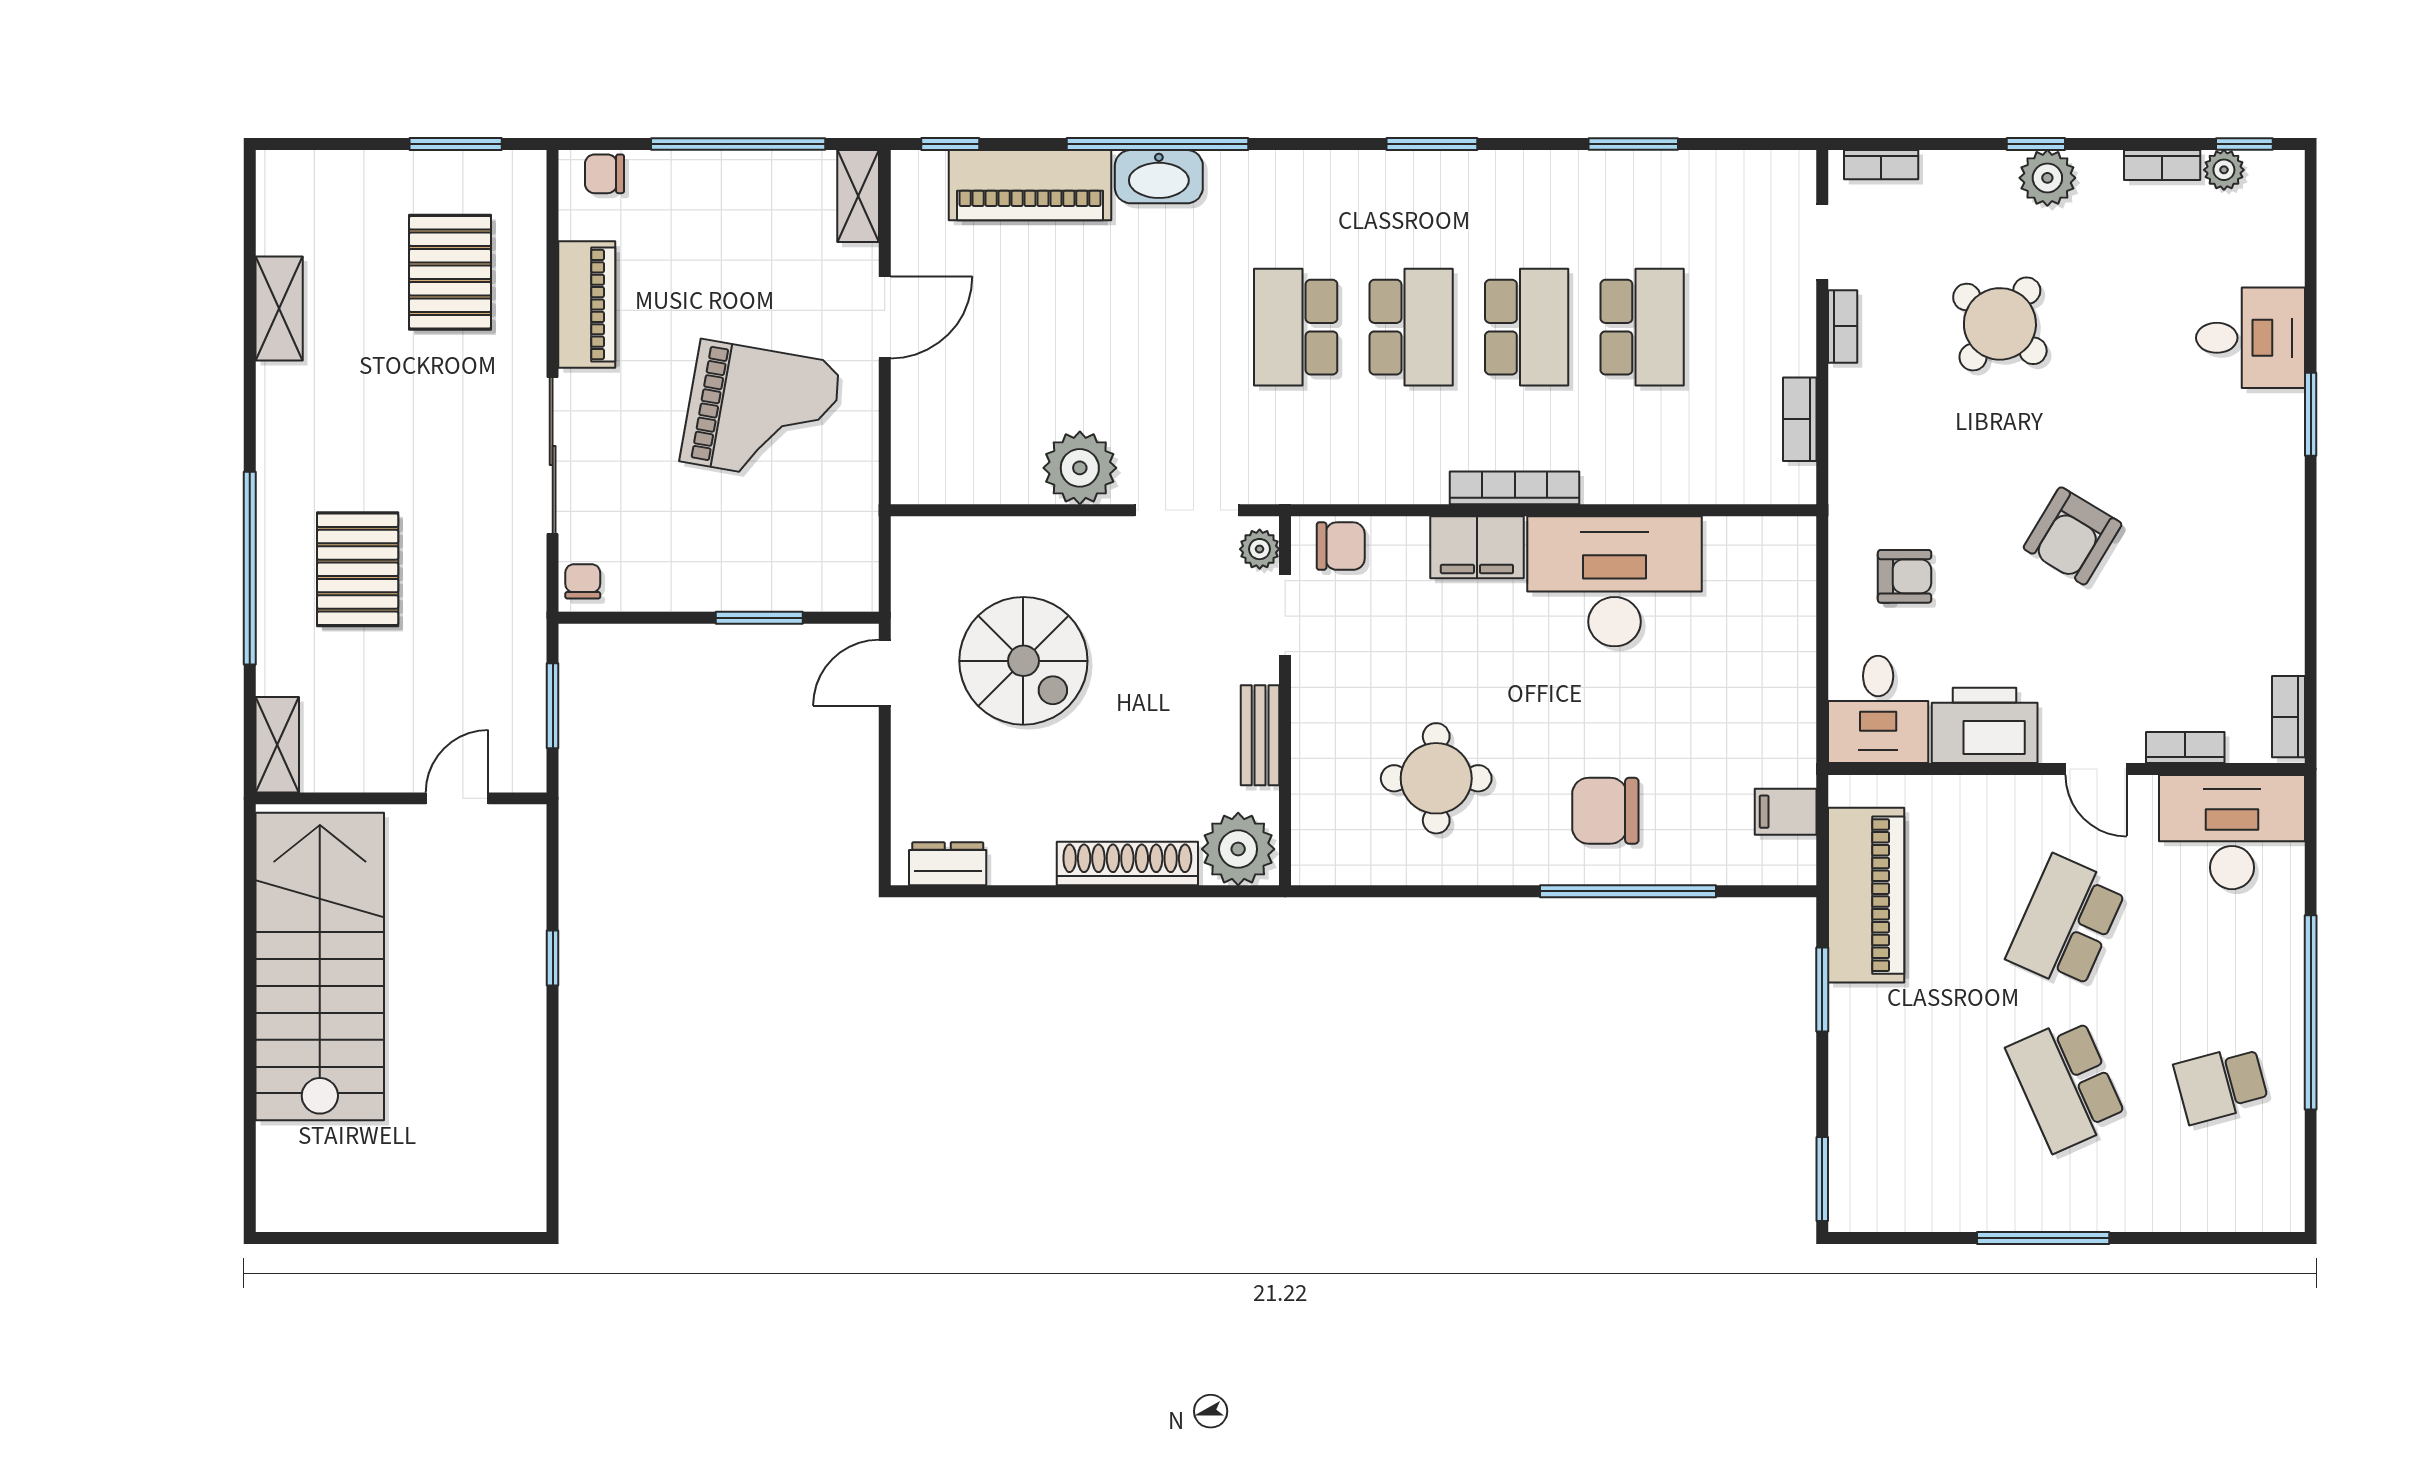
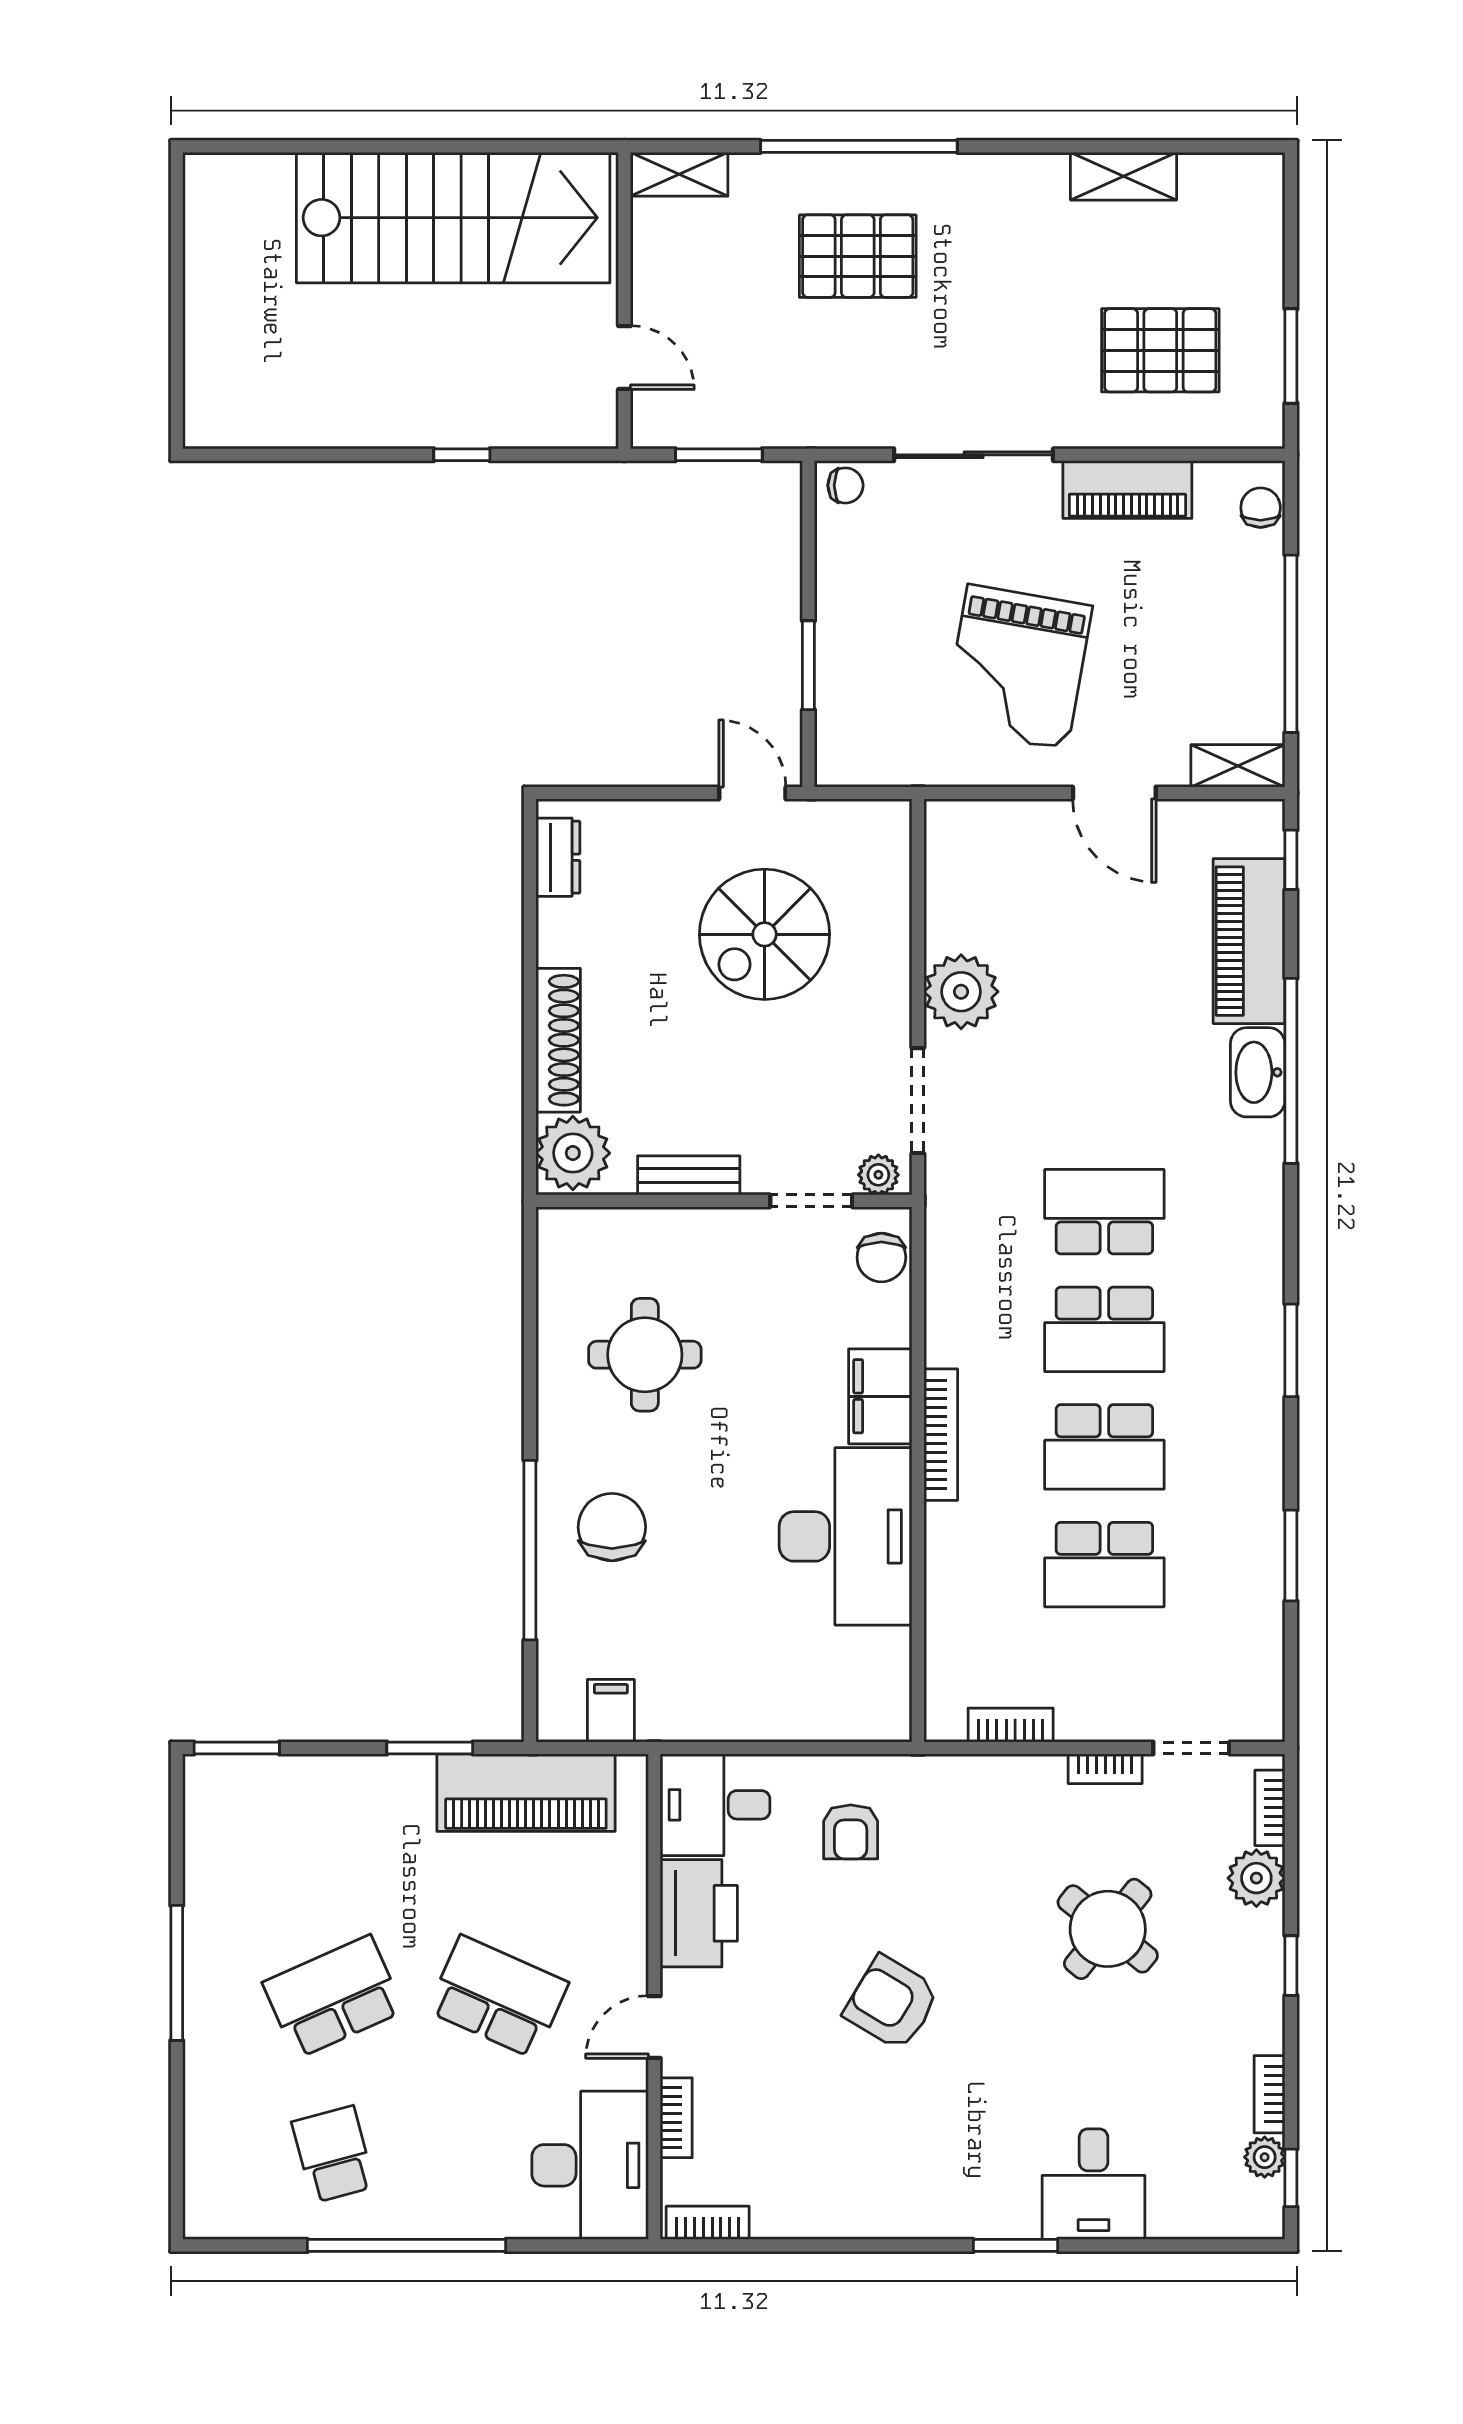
plant: (2047, 178) -> (1256, 1878), moved

